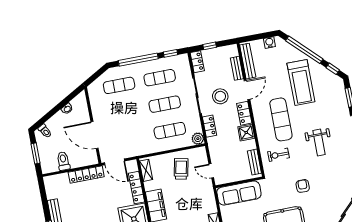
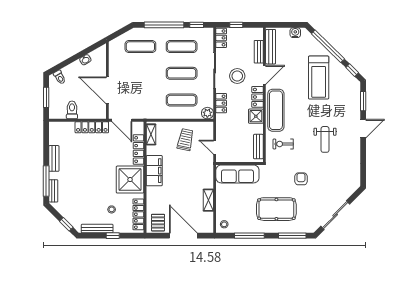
exercise mat: (281, 119) -> (276, 110), moved

